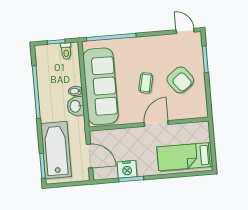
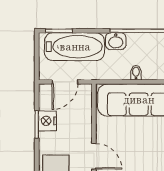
coffee table: (146, 83) -> (138, 149), removed
washbasin: (76, 106) -> (116, 41), moved, turned 180

